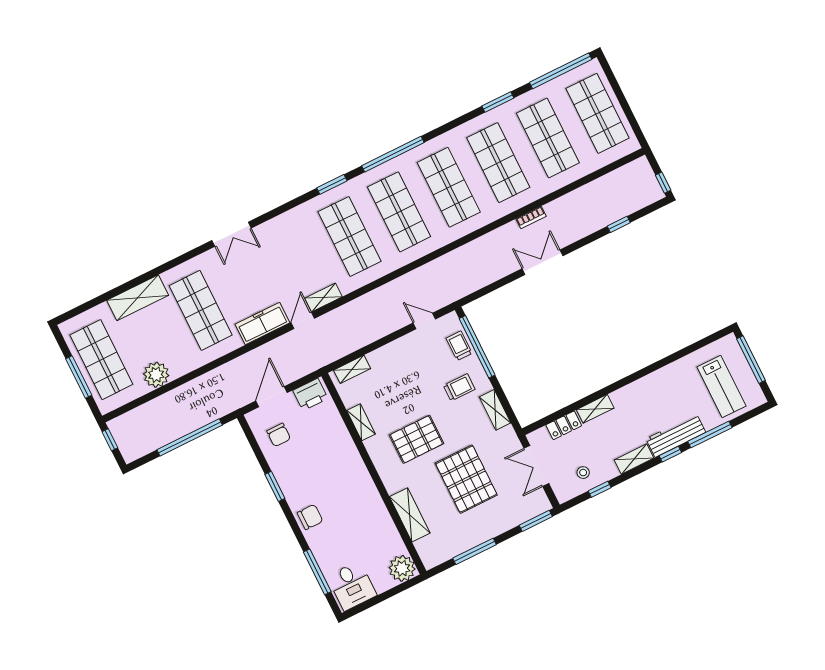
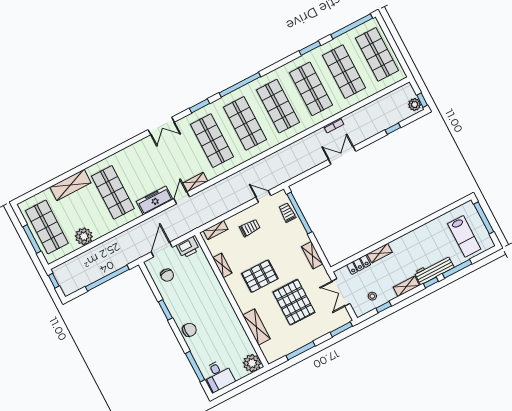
plant: (652, 189) -> (415, 105), added
double door: (231, 234) -> (161, 126), moved
trolley: (459, 387) -> (250, 228), moved

